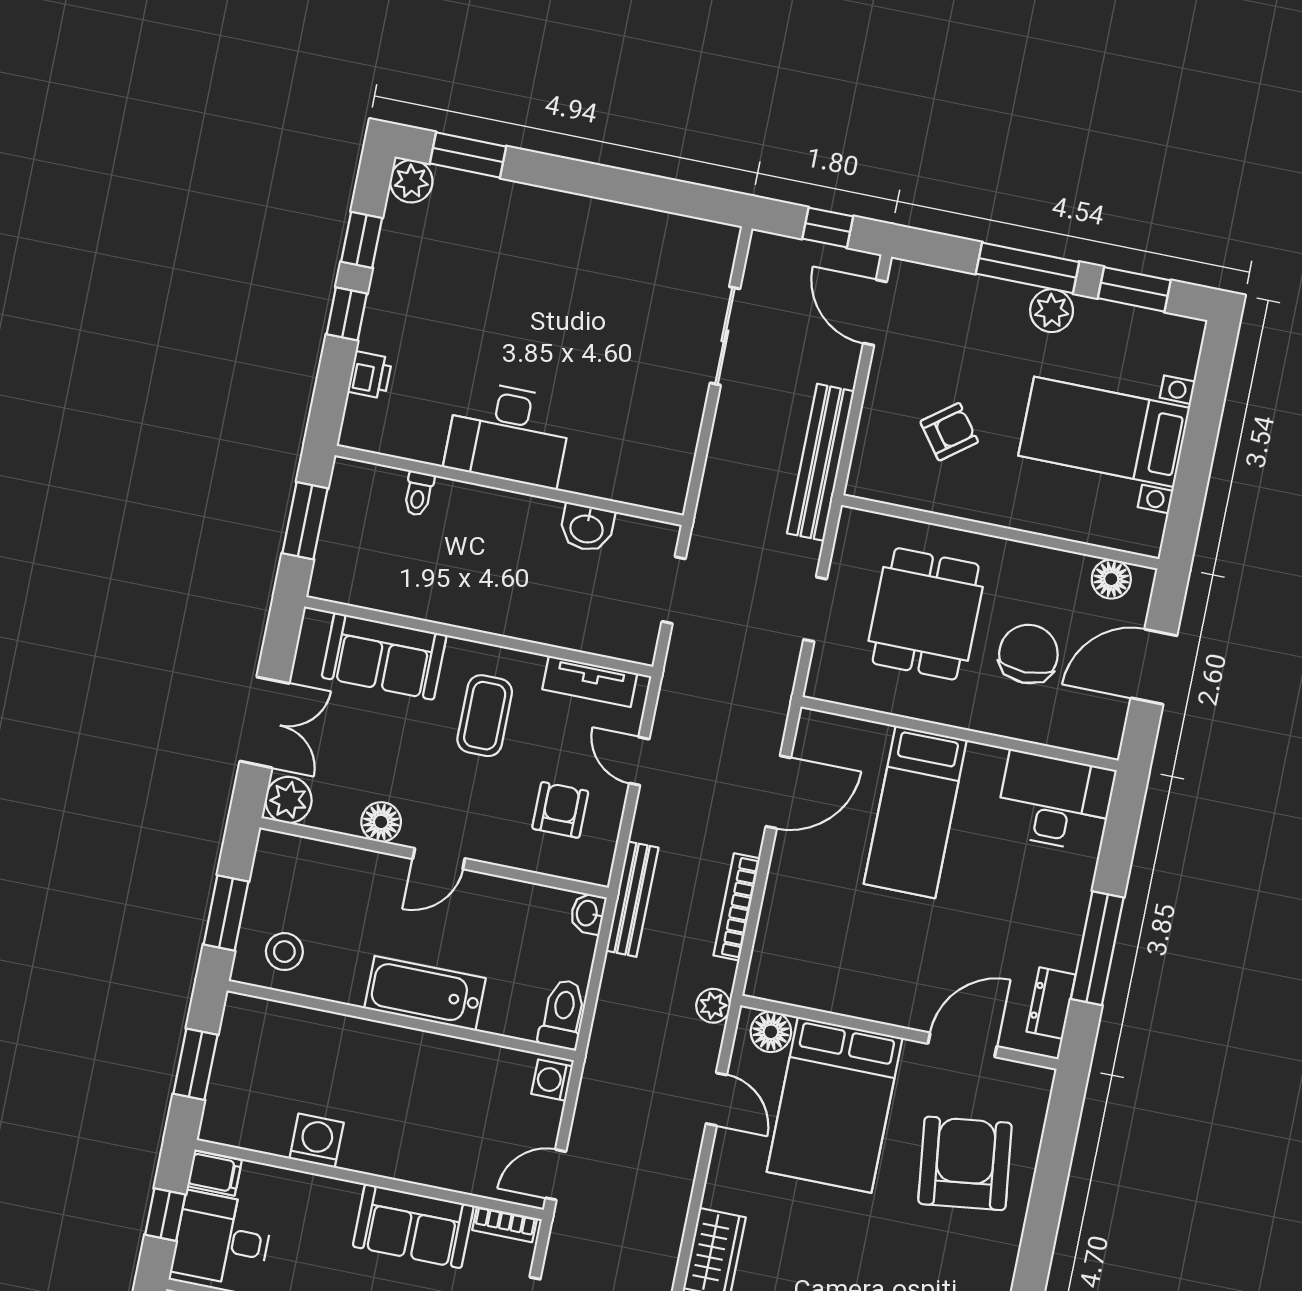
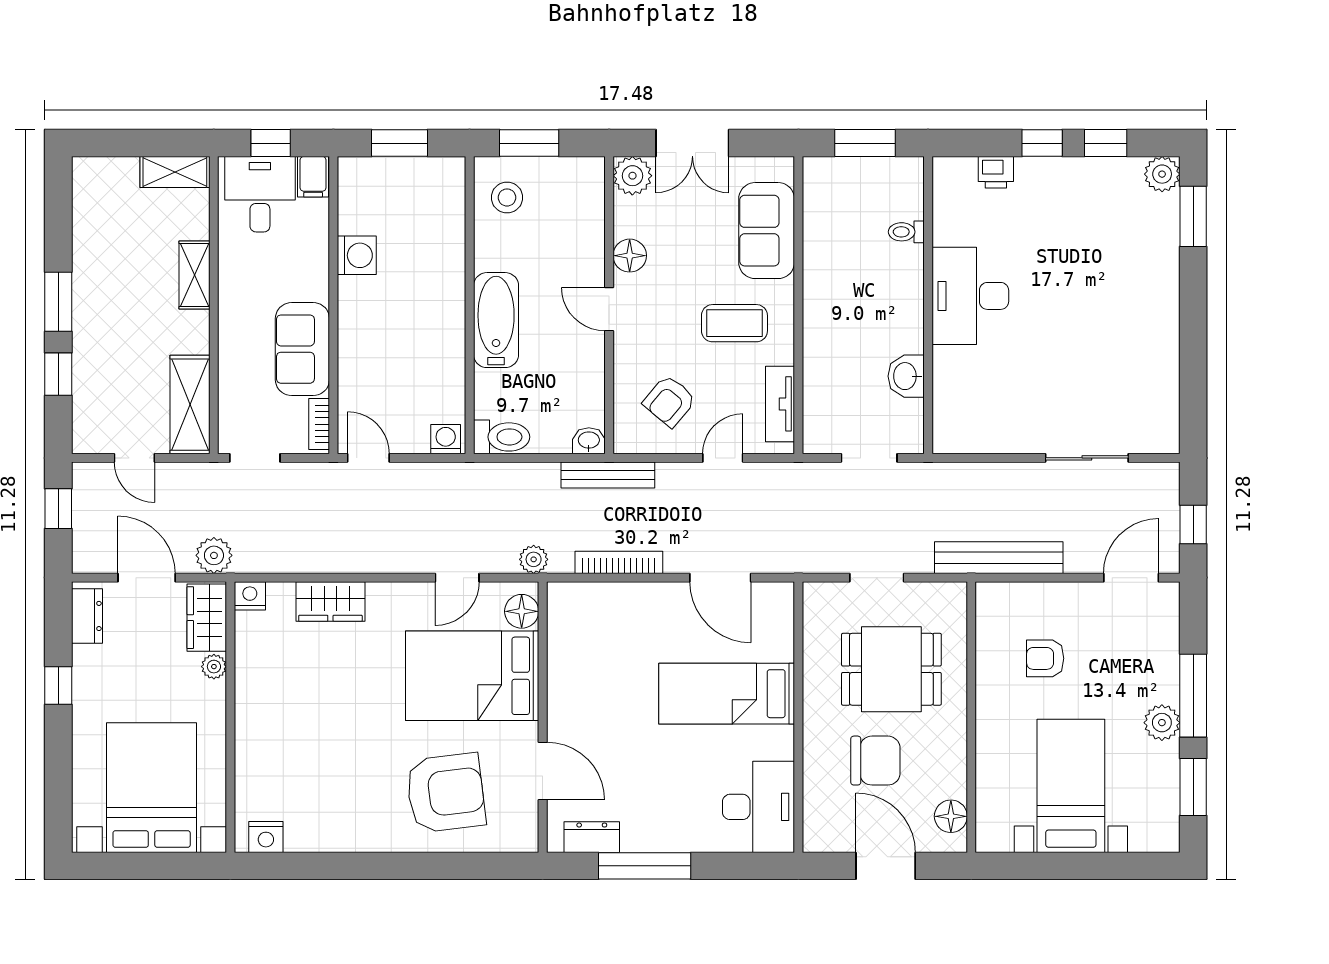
armchair: (949, 432) -> (1045, 658), turned 127
armchair: (560, 810) -> (669, 401), turned 130

